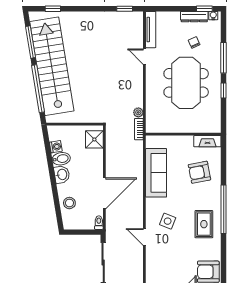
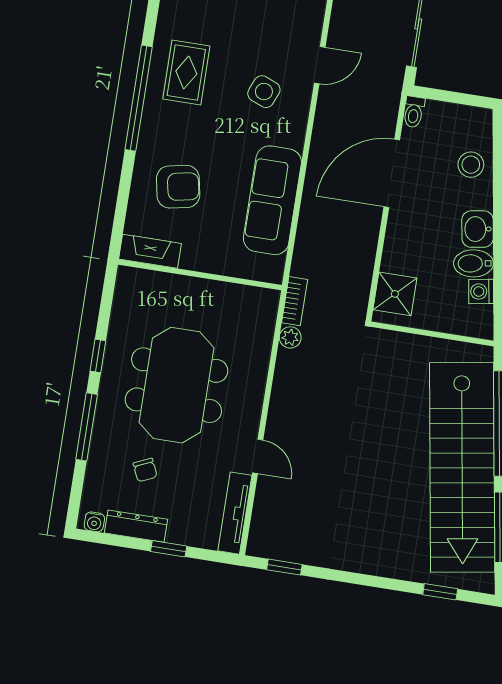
window: (204, 9) -> (169, 549), moved
door: (144, 237) -> (320, 65), hinge flipped

